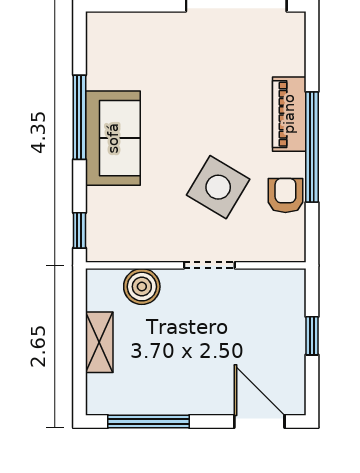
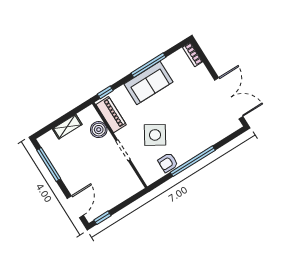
bookcase: (111, 22) -> (193, 54), added
piano: (289, 114) -> (111, 115), moved, turned 90
armchair: (285, 195) -> (168, 163), turned 180
window: (312, 336) -> (102, 218), moved

